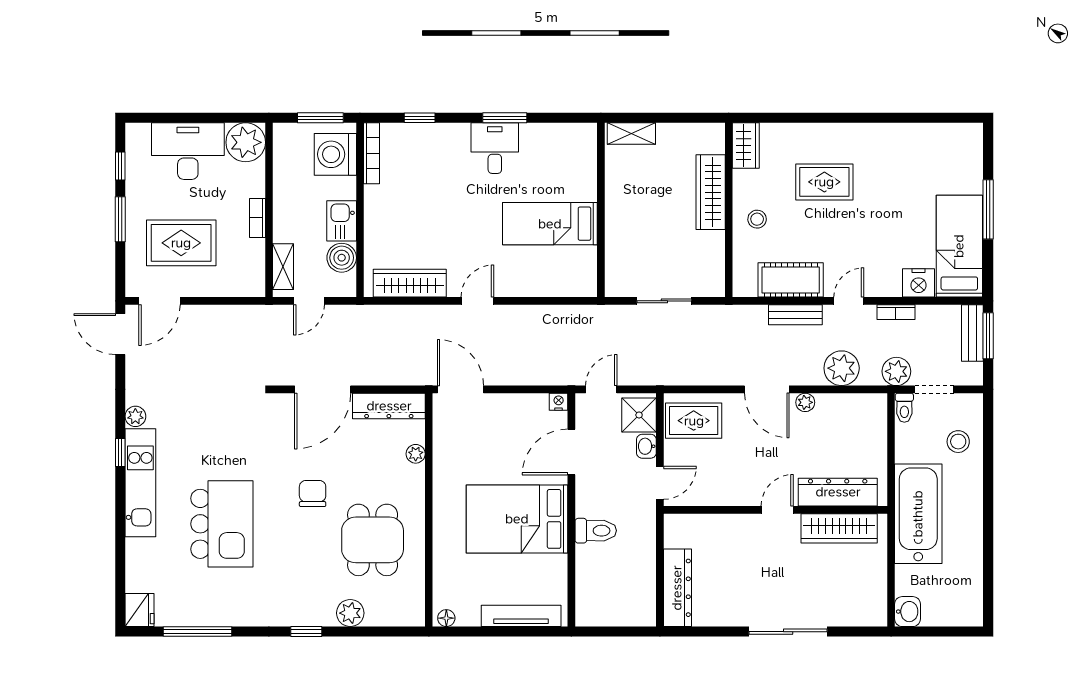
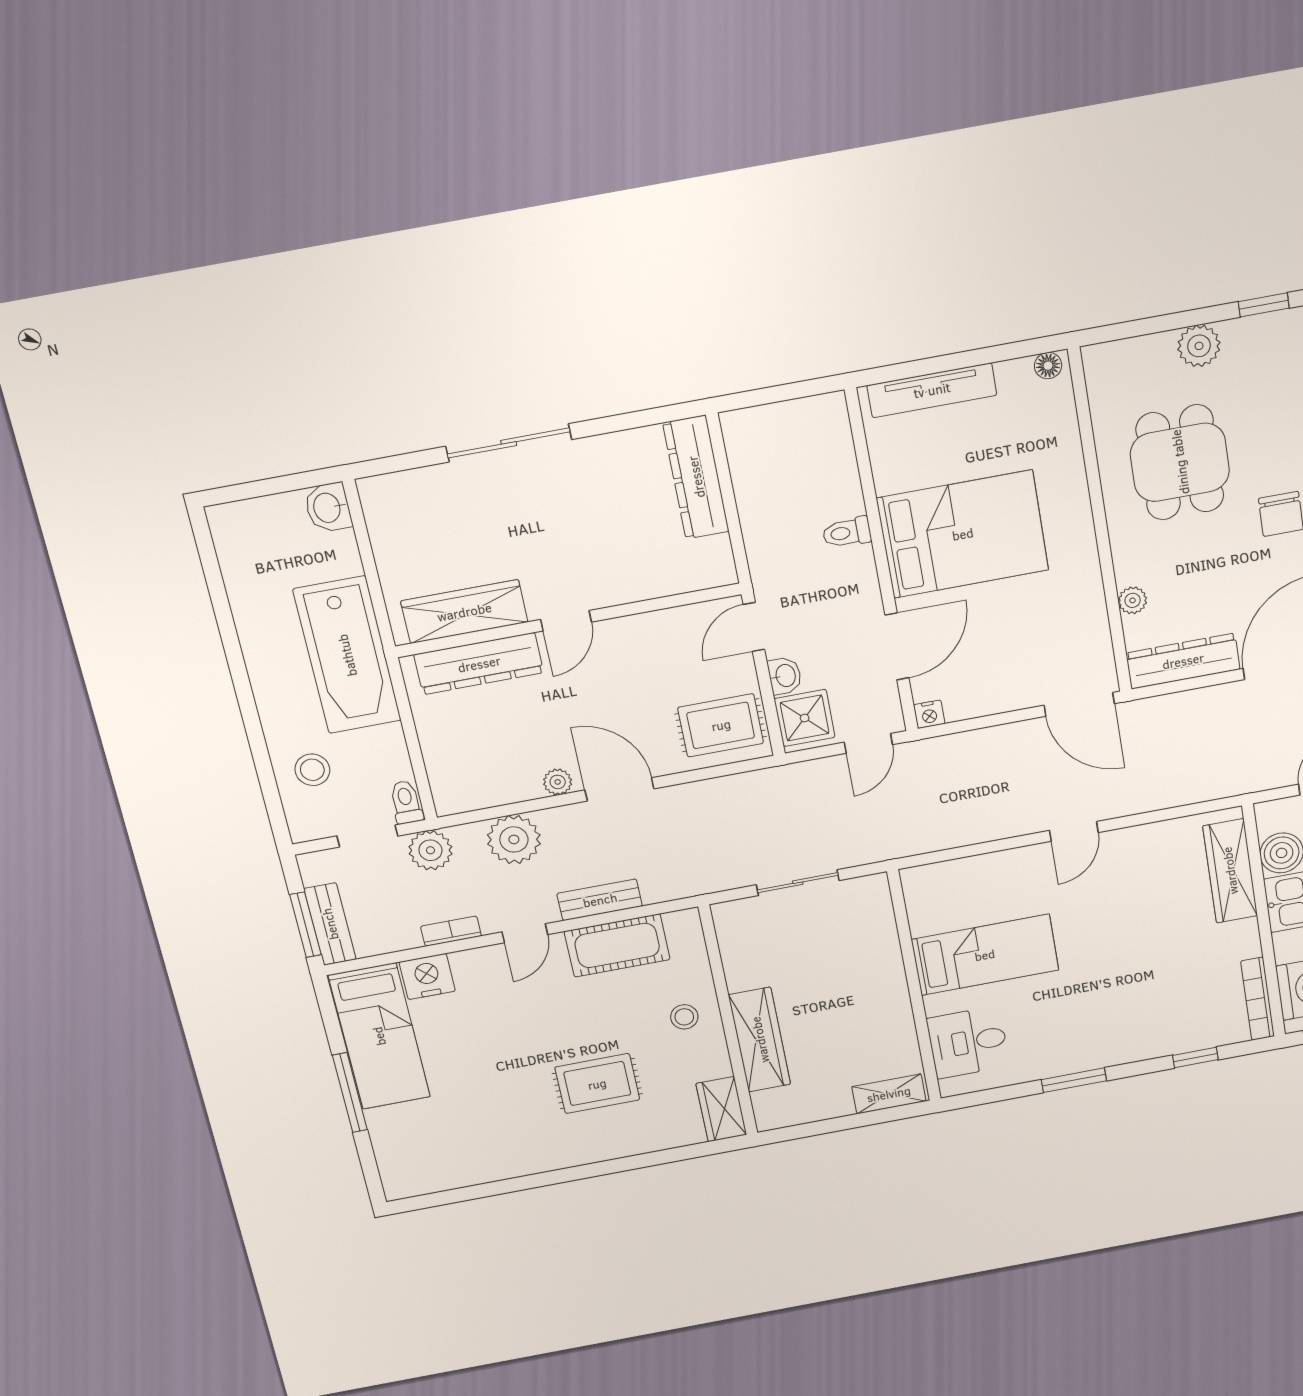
desk: (495, 148) -> (968, 1042), moved, turned 90
wardrobe: (410, 283) -> (1230, 871), moved, turned 90
toilet: (596, 531) -> (847, 532), width x0.73, depth x0.72

